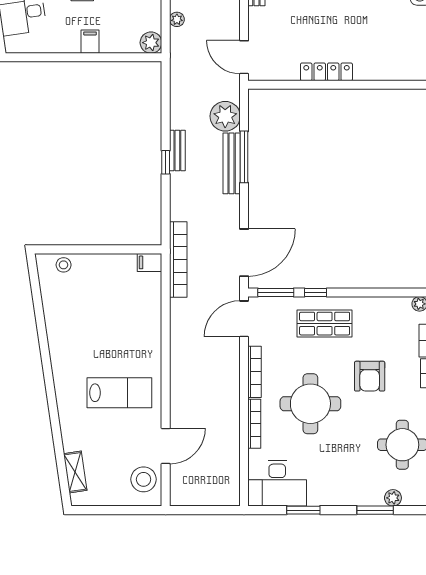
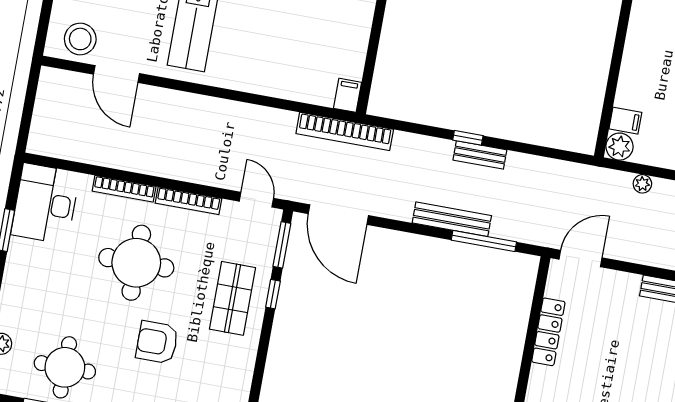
filing cabinet: (90, 42) -> (625, 121), moved
locker: (326, 72) -> (548, 332), moved
plant: (225, 116) -> (512, 222), removed
window: (244, 157) -> (484, 241), moved
door: (244, 319) -> (256, 200), width x0.73

